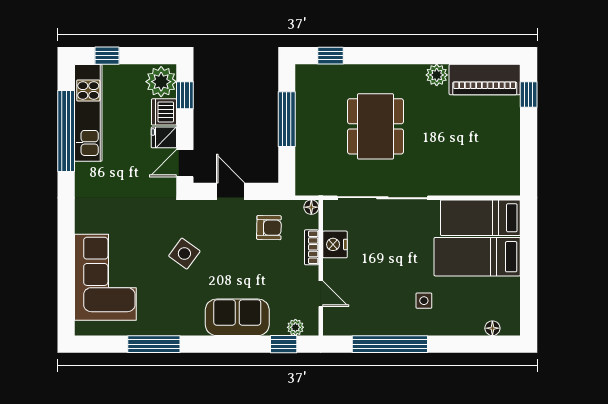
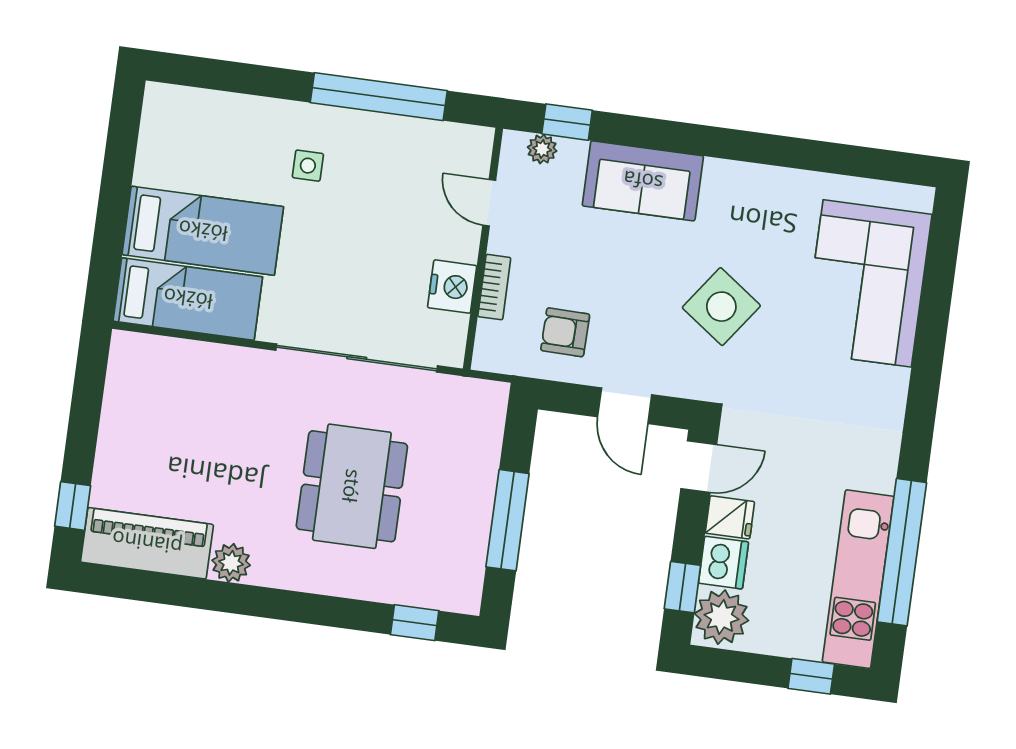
floor lamp: (311, 207) -> (485, 358), removed
side table: (184, 254) -> (721, 307), width x1.37, depth x1.37
floor lamp: (492, 328) -> (193, 100), removed
window: (154, 344) -> (797, 153), removed

